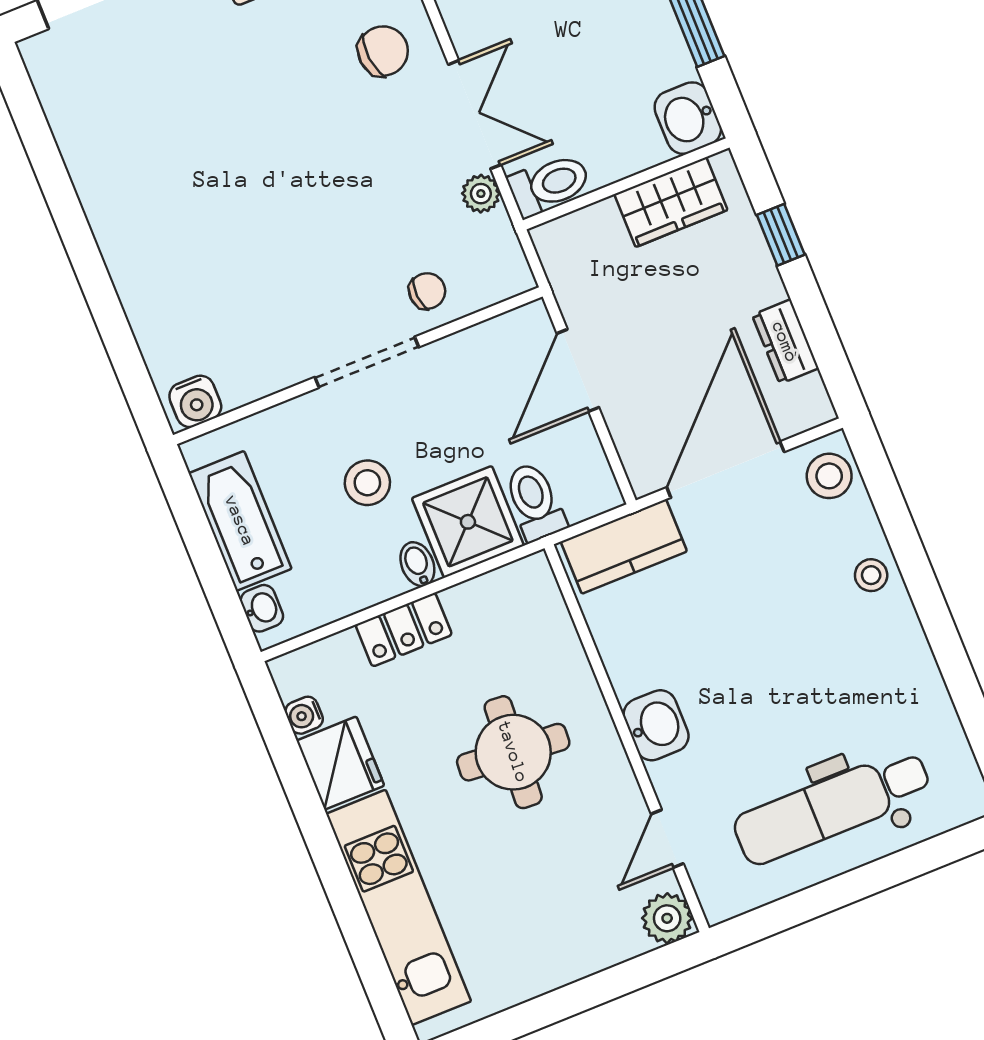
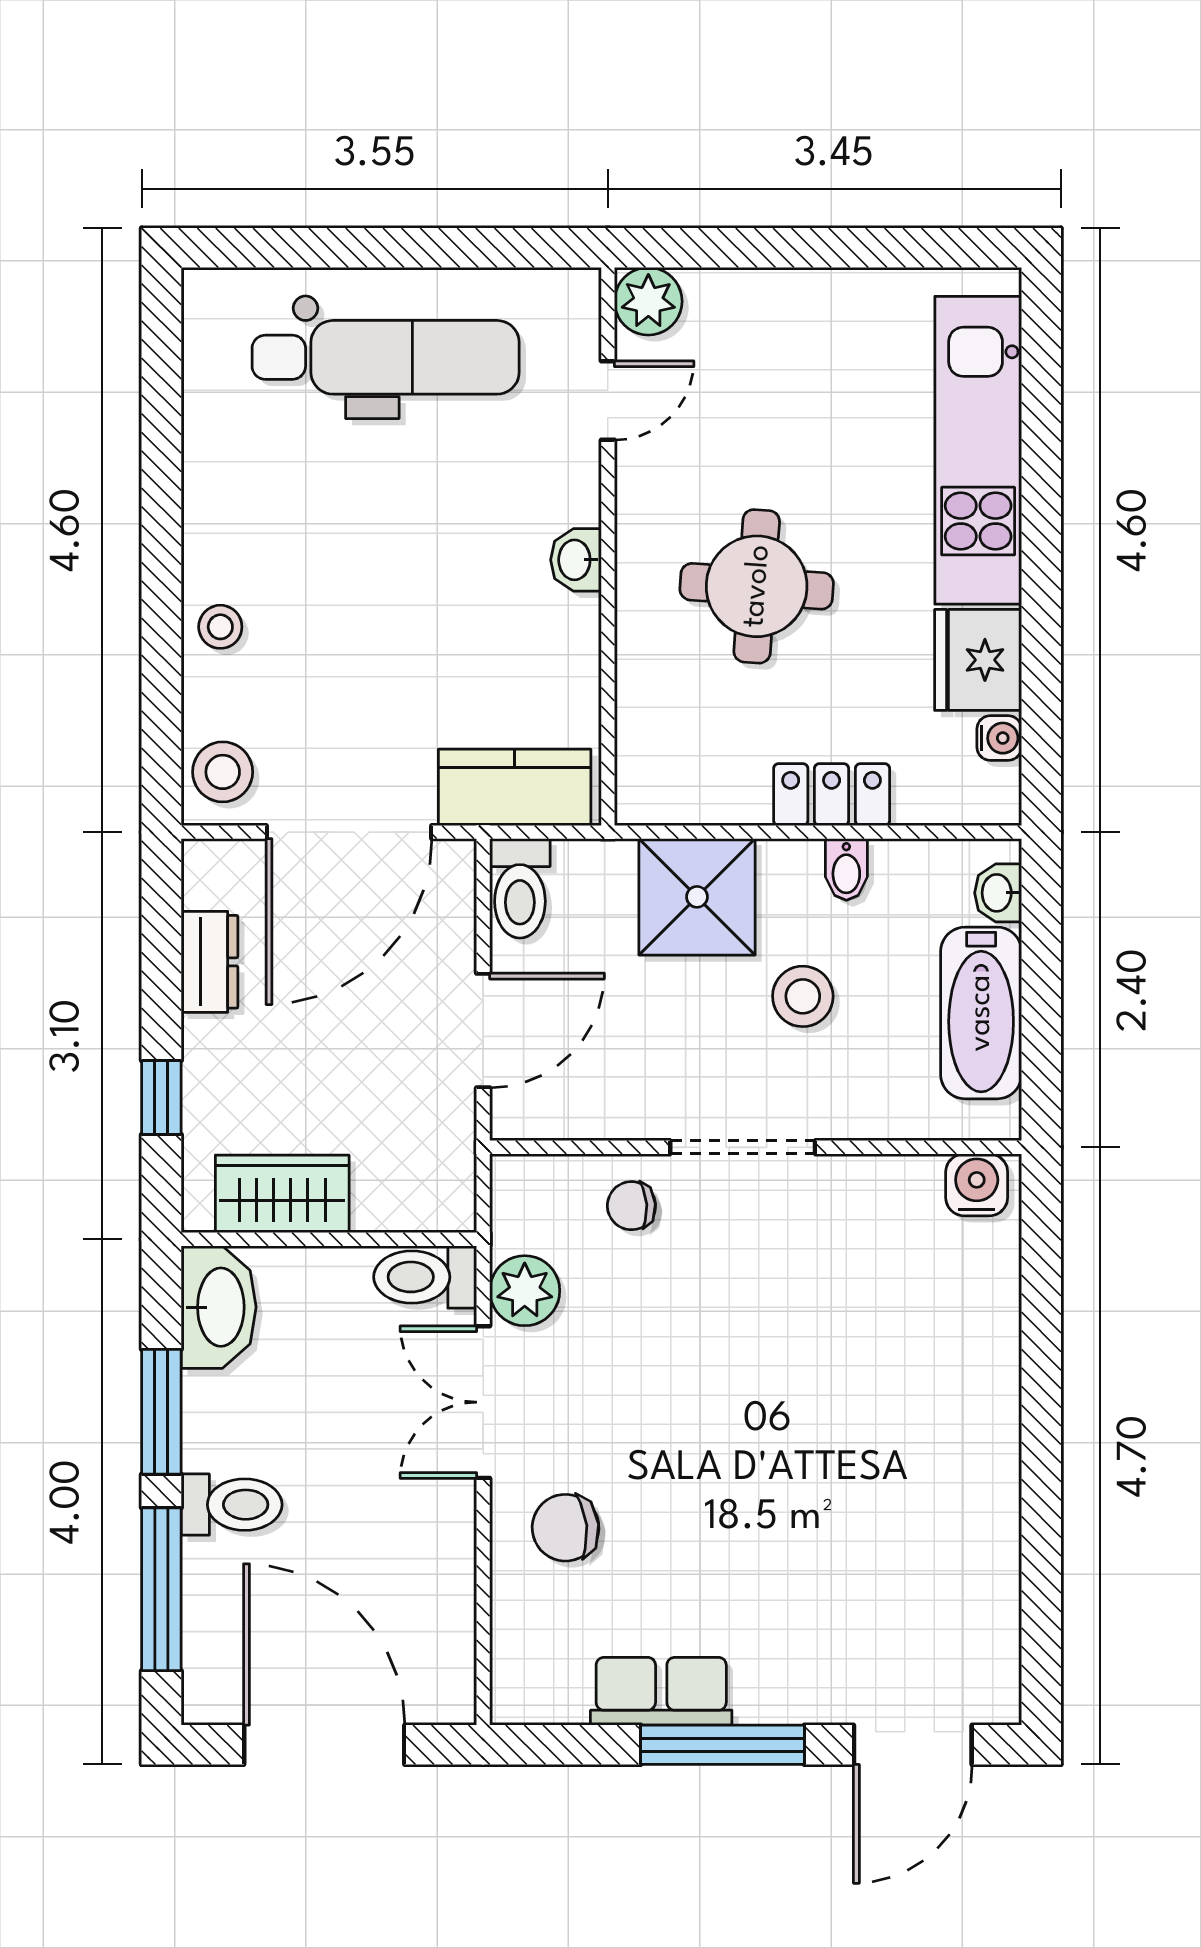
washbasin: (688, 118) -> (219, 1307), width x1.38
plant: (481, 194) -> (525, 1291), width x1.38, depth x1.38
toilet: (535, 502) -> (520, 888), moved
bidet: (417, 564) -> (846, 870), moved
washbasin: (656, 725) -> (576, 560), width x0.72, depth x0.69

